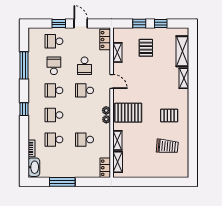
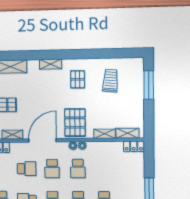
shelving: (184, 78) -> (51, 64), moved
door: (112, 81) -> (42, 140), width x1.88
school desk: (85, 140) -> (78, 168), moved
window: (163, 182) -> (149, 85), added

